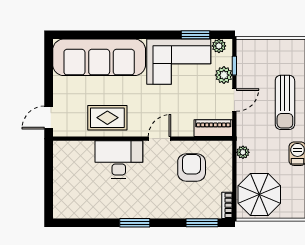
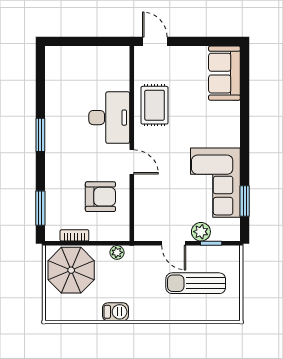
plant: (219, 46) -> (233, 226), removed
sofa: (99, 57) -> (224, 73), width x0.54, depth x0.79
sun lounger: (285, 102) -> (196, 283), moved
piano: (213, 128) -> (143, 220), removed
bookcase: (227, 205) -> (74, 235), moved

